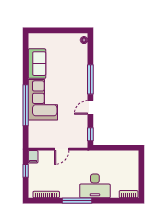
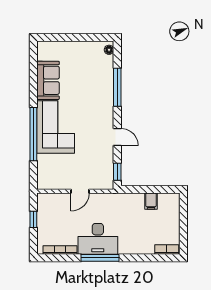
window: (90, 79) -> (117, 87), moved
door: (90, 107) -> (117, 137), swing flipped
filing cabinet: (33, 157) -> (151, 201), moved
desk: (95, 186) -> (98, 239), moved

